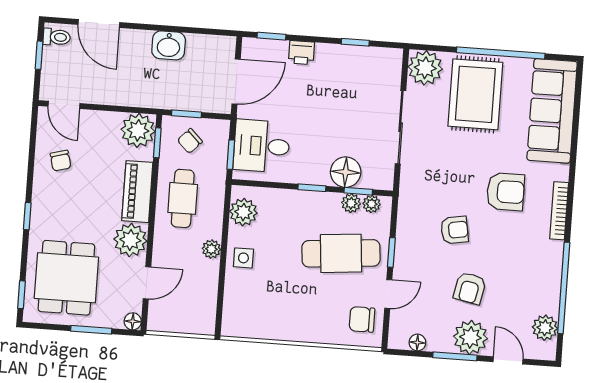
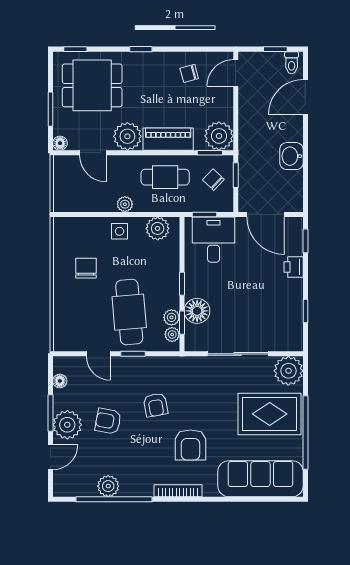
chair: (362, 319) -> (86, 268), moved
plant: (545, 328) -> (108, 486), moved

